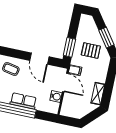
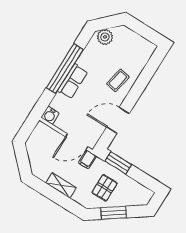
shelving: (98, 94) -> (61, 185), moved
water cooler: (56, 97) -> (50, 115), moved

